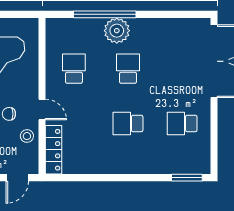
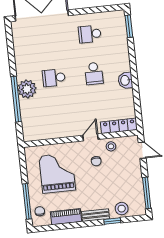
school desk: (74, 69) -> (58, 117), removed
school desk: (182, 123) -> (90, 34), turned 90
washbasin: (114, 165) -> (125, 80), added

